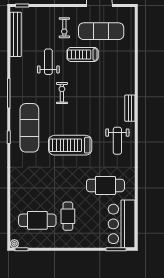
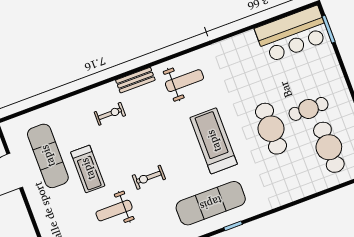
exercise bike: (64, 28) -> (110, 114), moved
treadmill: (70, 145) -> (214, 141), turned 180
cafe table: (105, 185) -> (271, 129), moved

